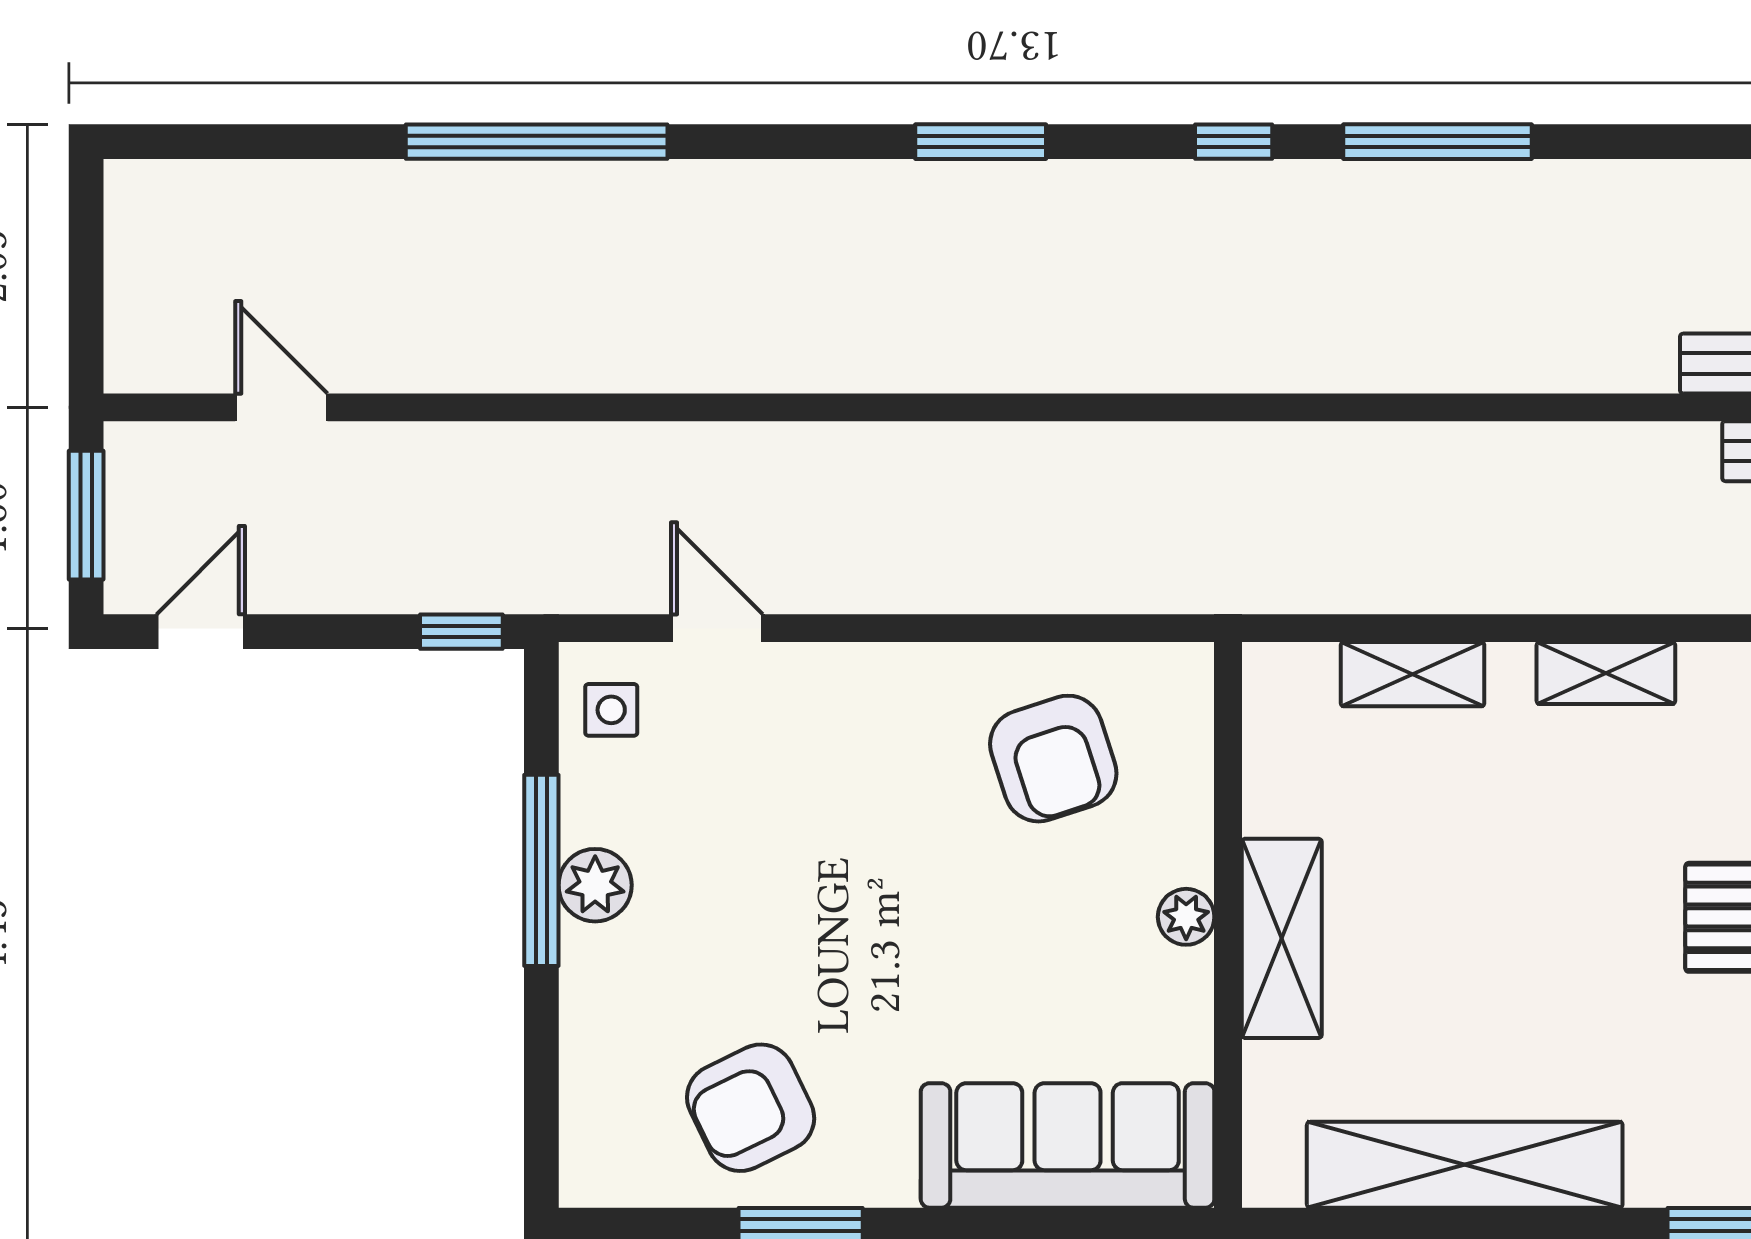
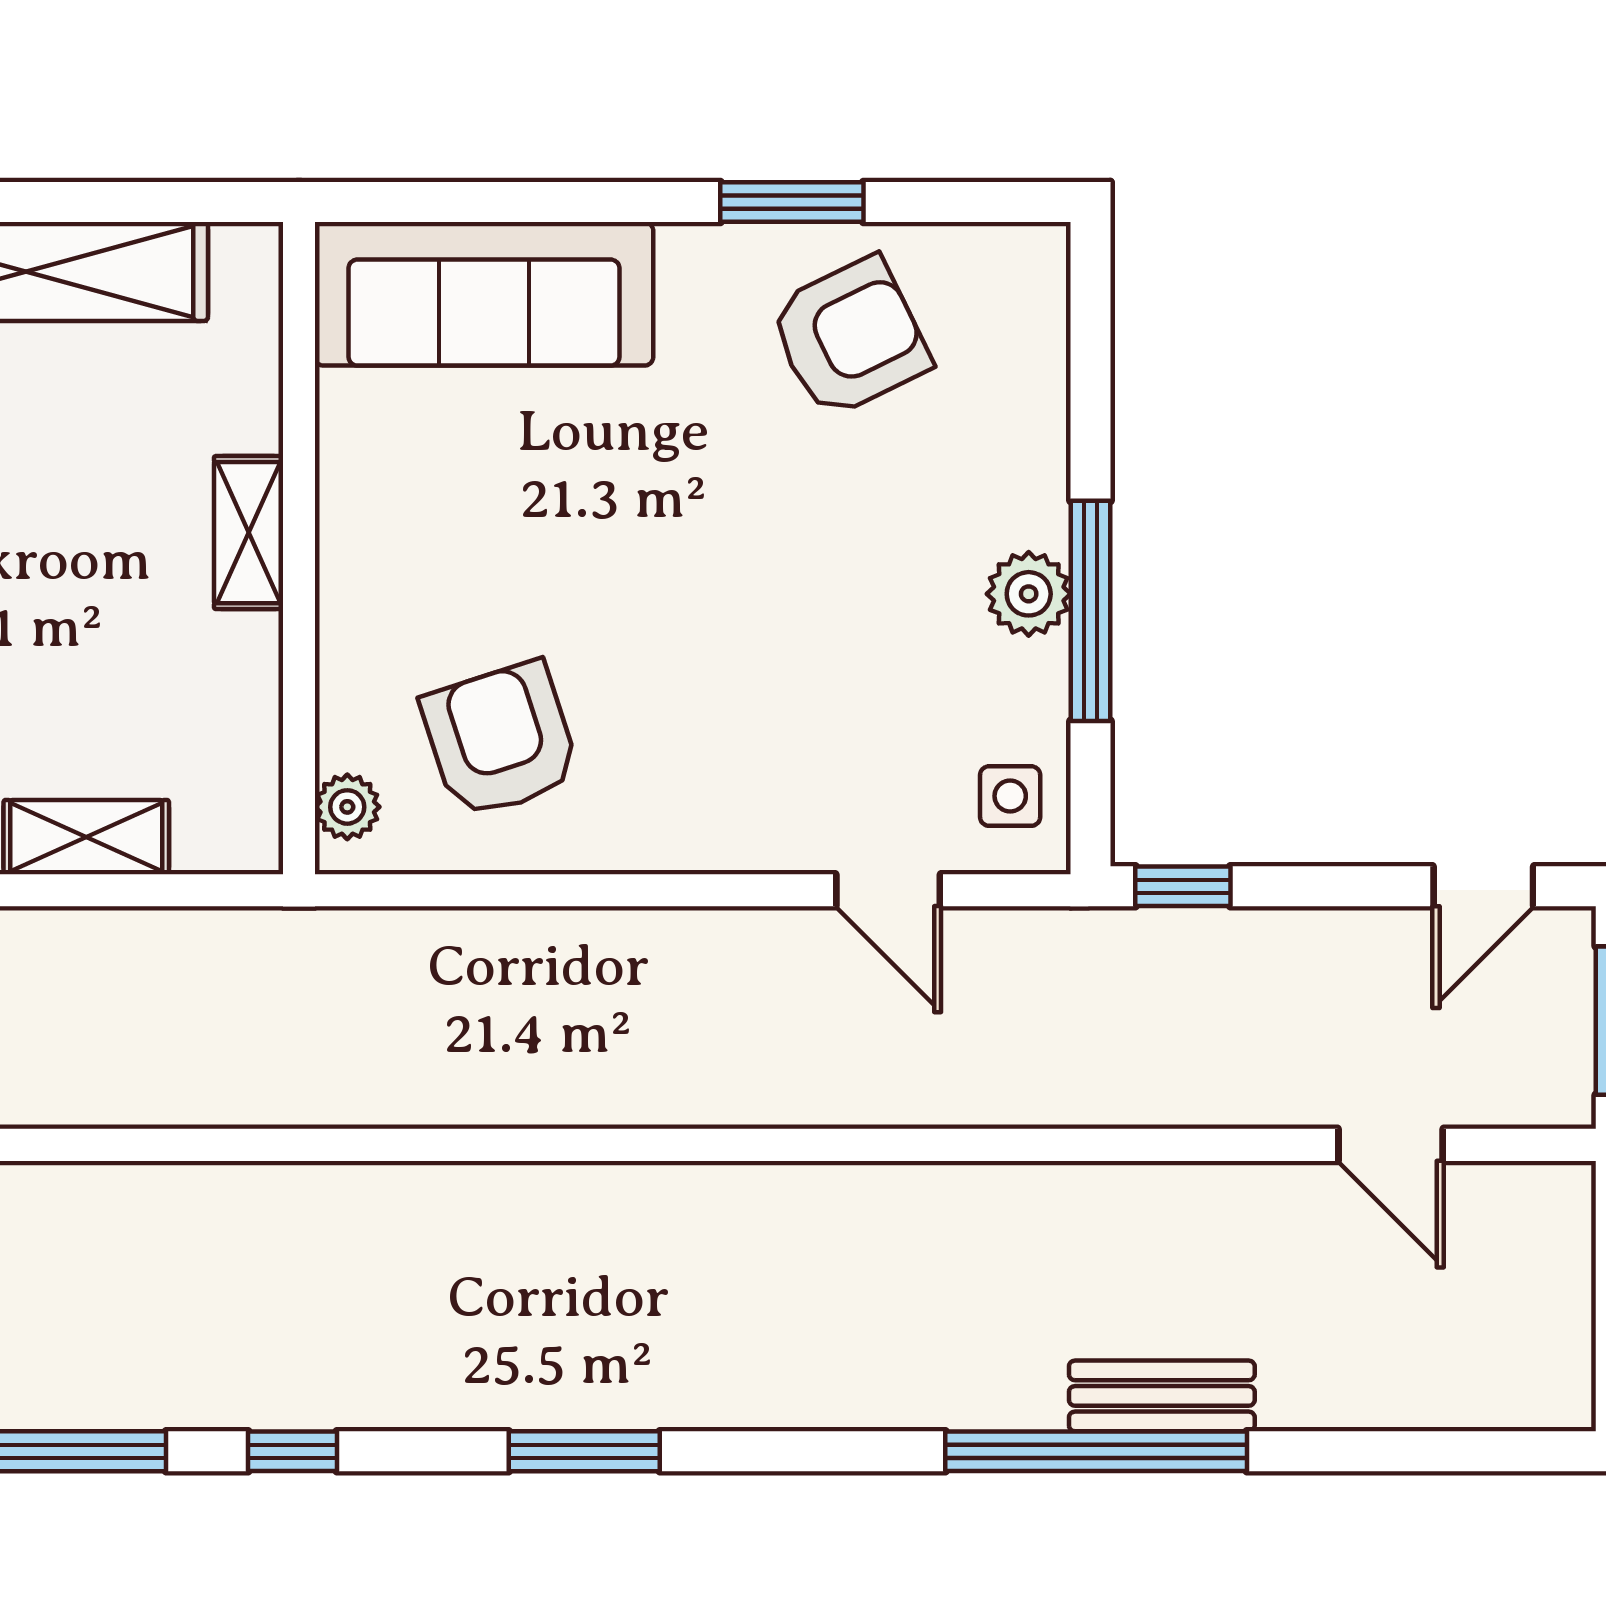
bench: (480, 190) -> (1162, 1396), added
plant: (1186, 917) -> (347, 807), moved
shelving: (1282, 938) -> (249, 533), width x0.67, depth x0.75

